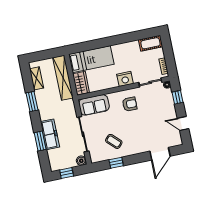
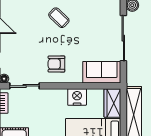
nightstand: (125, 79) -> (77, 97), moved
coffee table: (114, 141) -> (59, 18), moved

